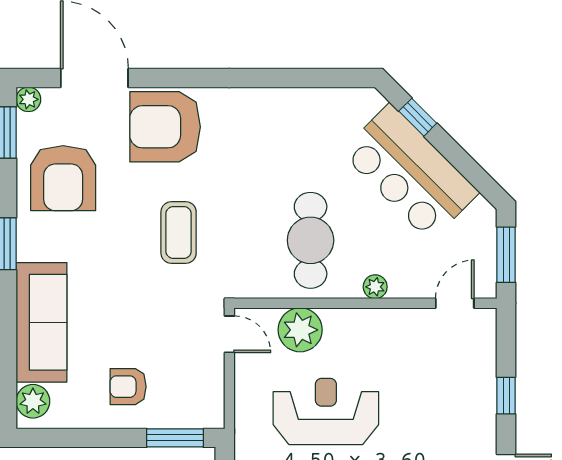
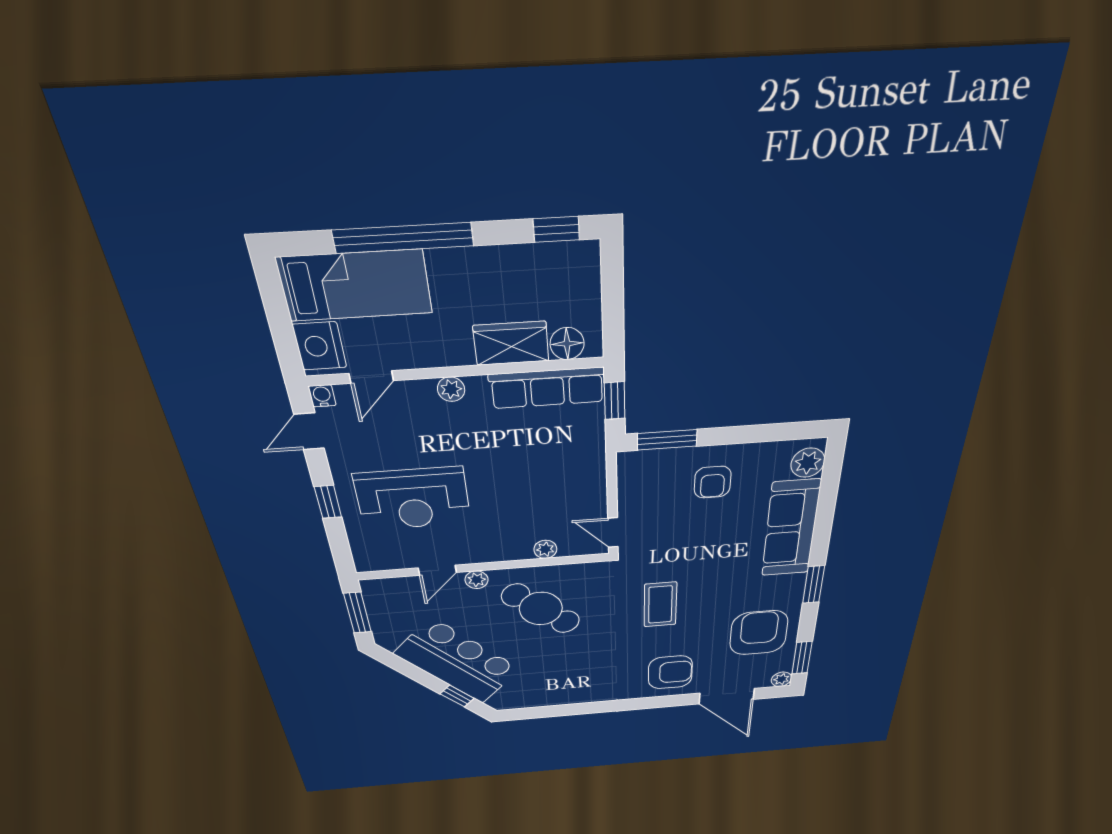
armchair: (165, 127) -> (670, 672), width x0.73, depth x0.73
cafe table: (311, 240) -> (541, 609), turned -50
door: (455, 303) -> (437, 570), moved
plant: (300, 330) -> (545, 549), width x0.53, depth x0.53
armchair: (128, 387) -> (713, 482), turned 90
reception desk: (326, 411) -> (413, 499), moved

